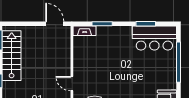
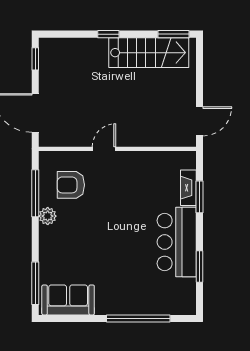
fireplace: (85, 31) -> (188, 188), moved
bar counter: (154, 38) -> (177, 242), moved

